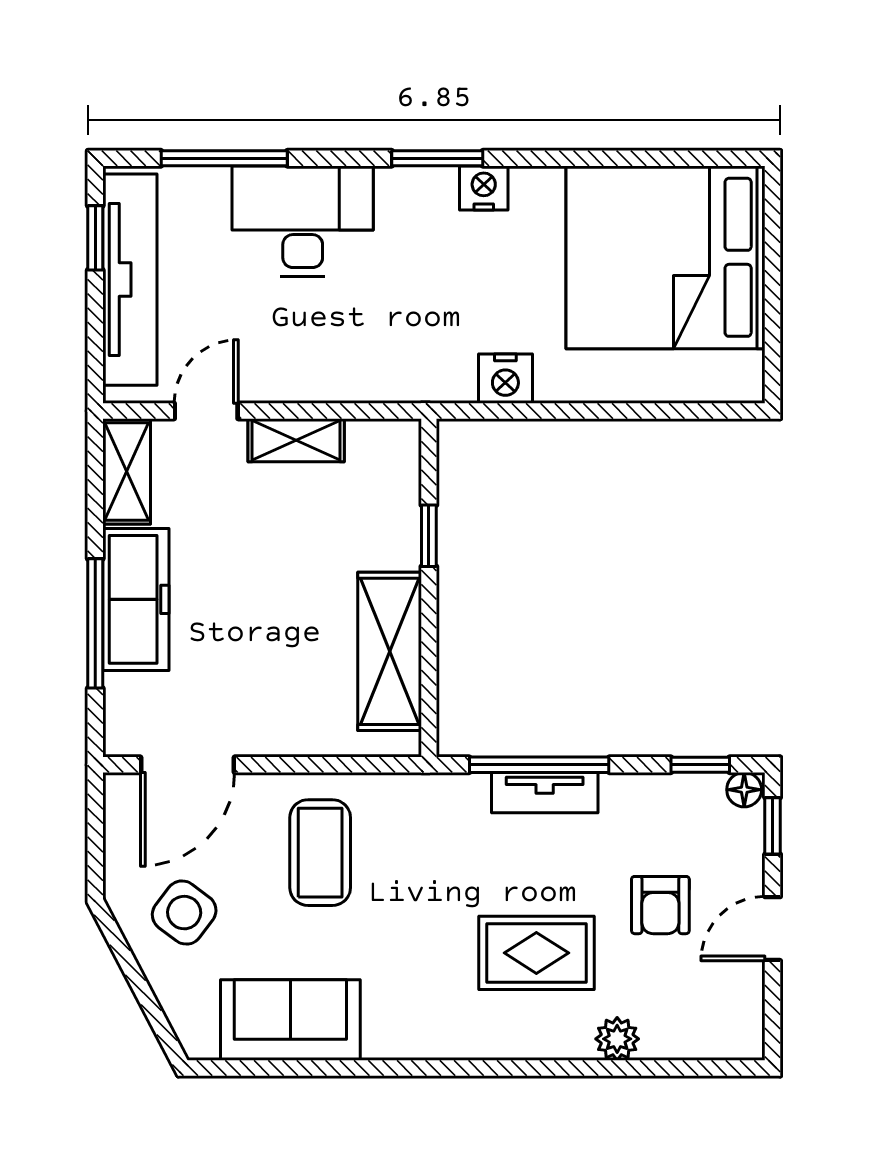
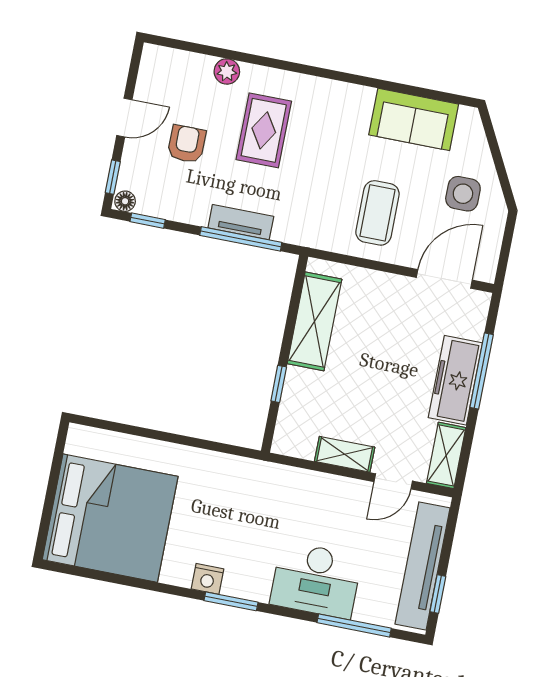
nightstand: (505, 379) -> (217, 466), removed
side table: (184, 913) -> (463, 194), turned -37
rug: (536, 953) -> (264, 130), turned 90

